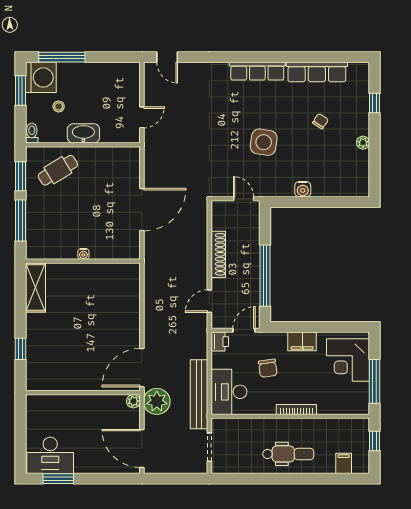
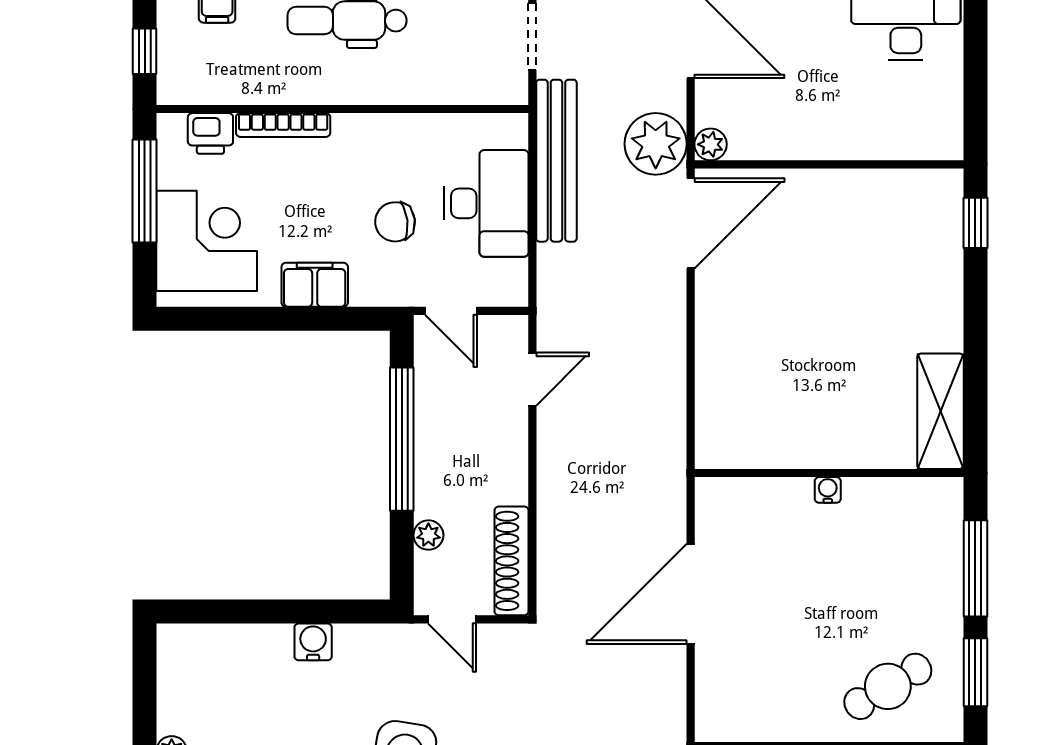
plant: (254, 235) -> (428, 535), added
shoe rack: (218, 254) -> (512, 561), moved
door: (244, 330) -> (451, 311), hinge flipped
printer: (220, 342) -> (210, 133), moved, turned -90
window: (21, 349) -> (975, 223), moved
chair: (268, 368) -> (395, 222), turned -89
desk: (229, 392) -> (486, 203), moved
bookcase: (296, 409) -> (283, 125), moved

